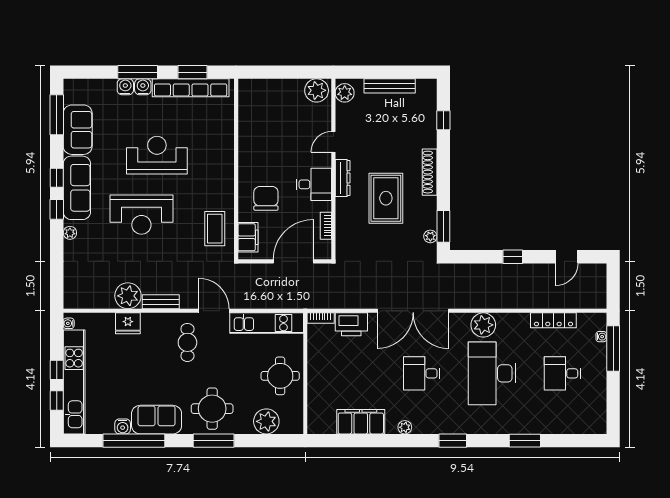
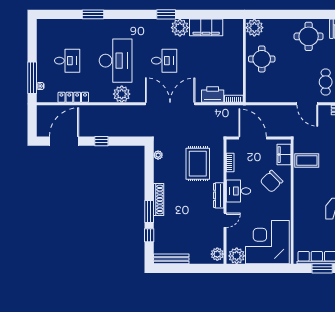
bench: (390, 86) -> (171, 259), moved
corner desk: (272, 110) -> (267, 242), added
chair: (266, 198) -> (271, 181), turned 45
rug: (386, 198) -> (198, 164), moved
window: (443, 226) -> (149, 212), moved
coffee table: (215, 229) -> (307, 160), turned 90
door: (567, 257) -> (64, 141), width x1.88
door: (293, 261) -> (253, 138), swing flipped
kitchen unit: (267, 323) -> (271, 95), removed
plant: (266, 421) -> (254, 28), moved
plant: (405, 427) -> (180, 28), width x1.88, depth x1.88
window: (214, 441) -> (308, 14), removed
window: (453, 441) -> (166, 14), moved

